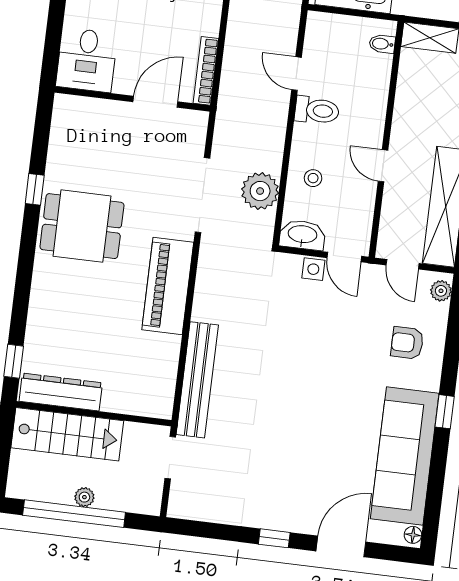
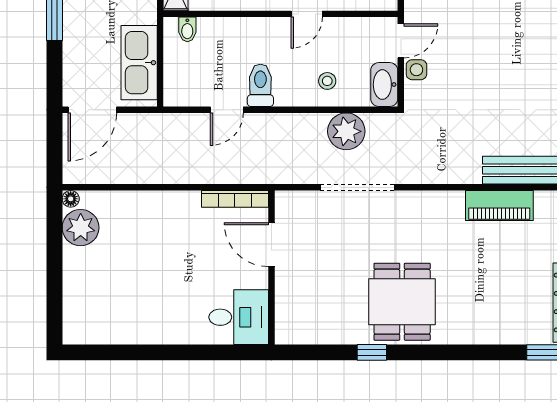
piano: (168, 286) -> (499, 206), moved, width x0.73, depth x0.75

